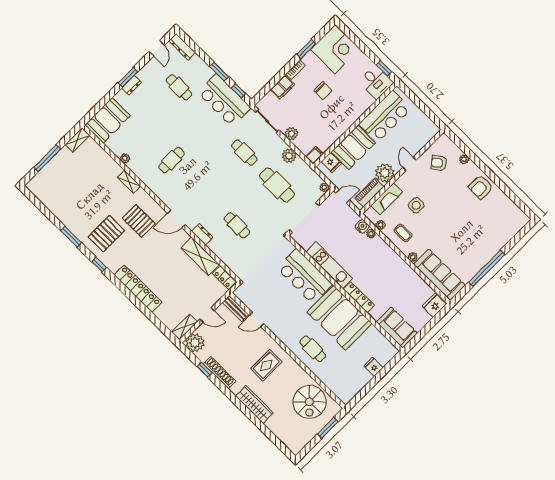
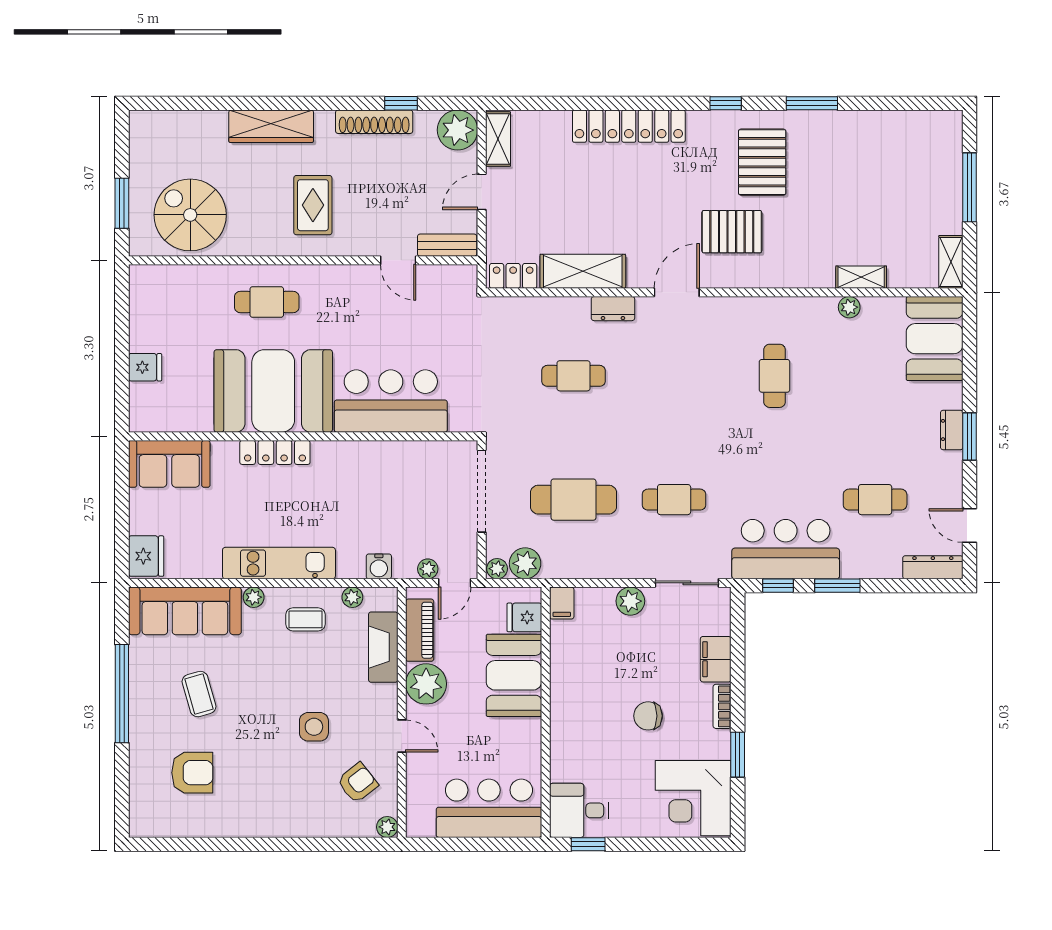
bar counter: (385, 116) -> (489, 808), moved, turned 90
plant: (289, 156) -> (525, 563), moved
plant: (464, 159) -> (387, 827), moved
shelving: (129, 182) -> (861, 277), moved
armchair: (481, 187) -> (192, 773), moved, turned 90
side table: (416, 205) -> (314, 727), moved
plant: (371, 234) -> (428, 569), moved
coffee table: (462, 243) -> (199, 694), added
kitchen unit: (329, 265) -> (279, 563), moved, turned 180
door: (257, 320) -> (398, 260), swing flipped

